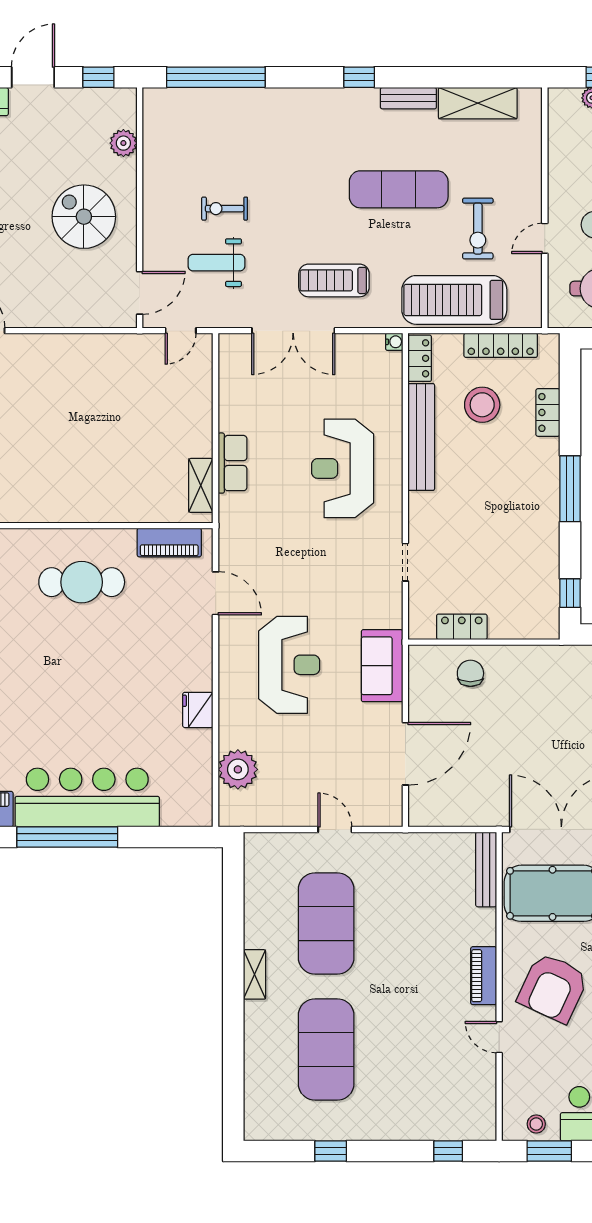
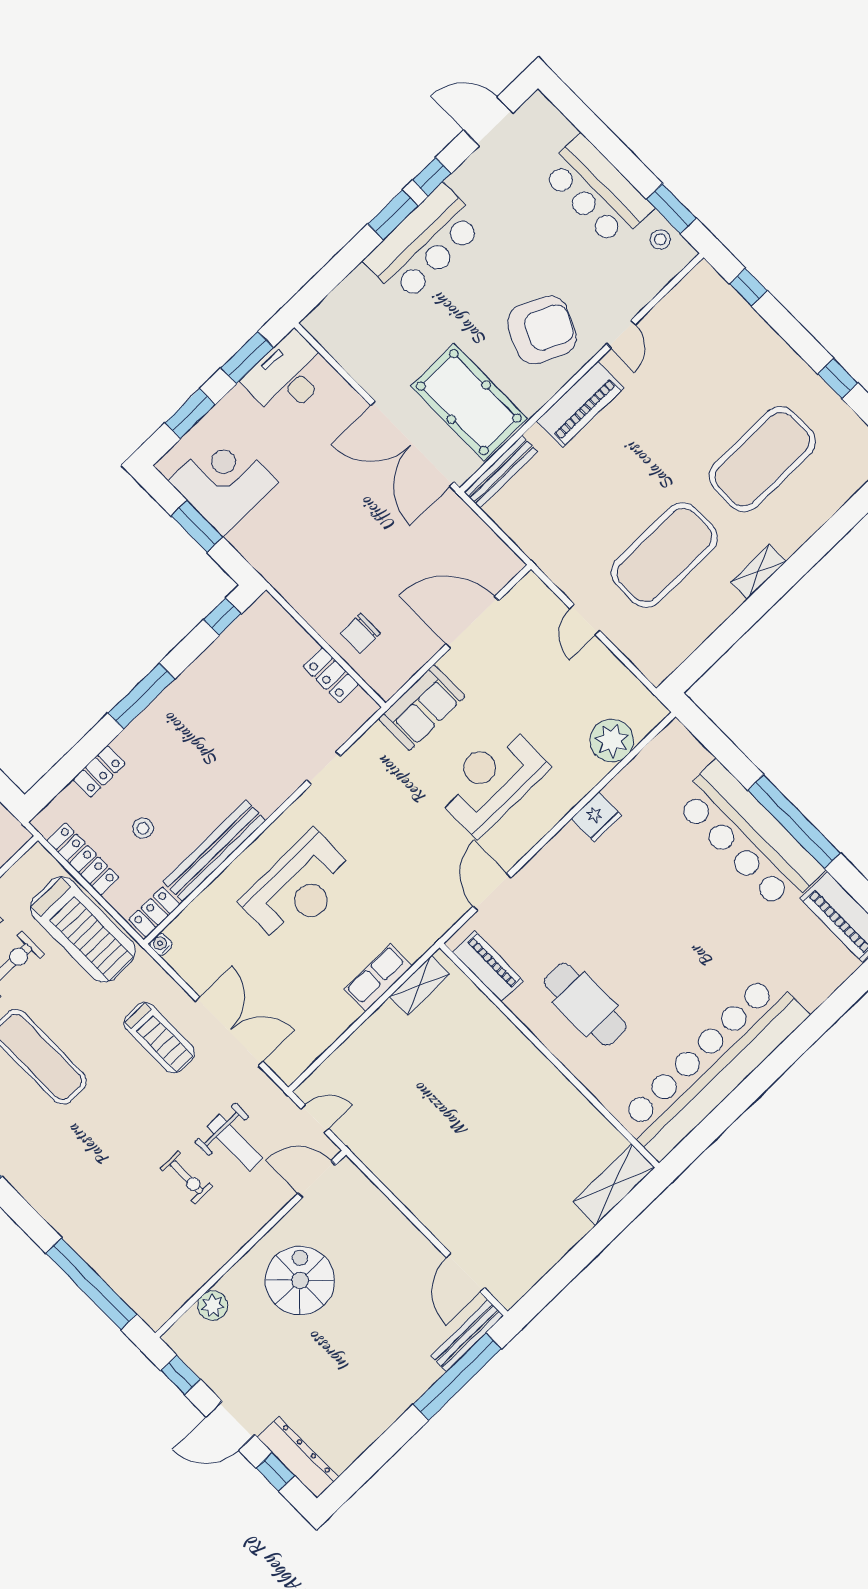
spiral stairs: (84, 217) -> (300, 1280), turned 180
stool: (482, 405) -> (143, 828), width x0.53, depth x0.53
piano: (484, 976) -> (580, 404), width x1.37, depth x1.33

